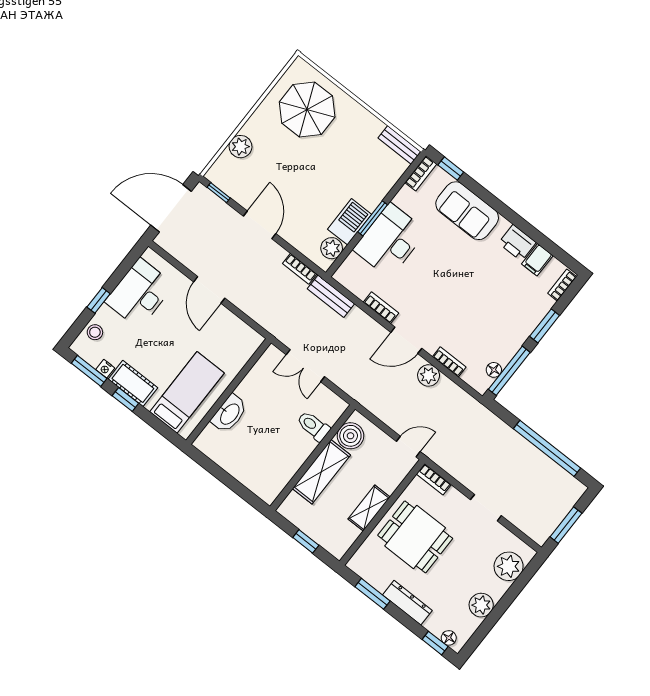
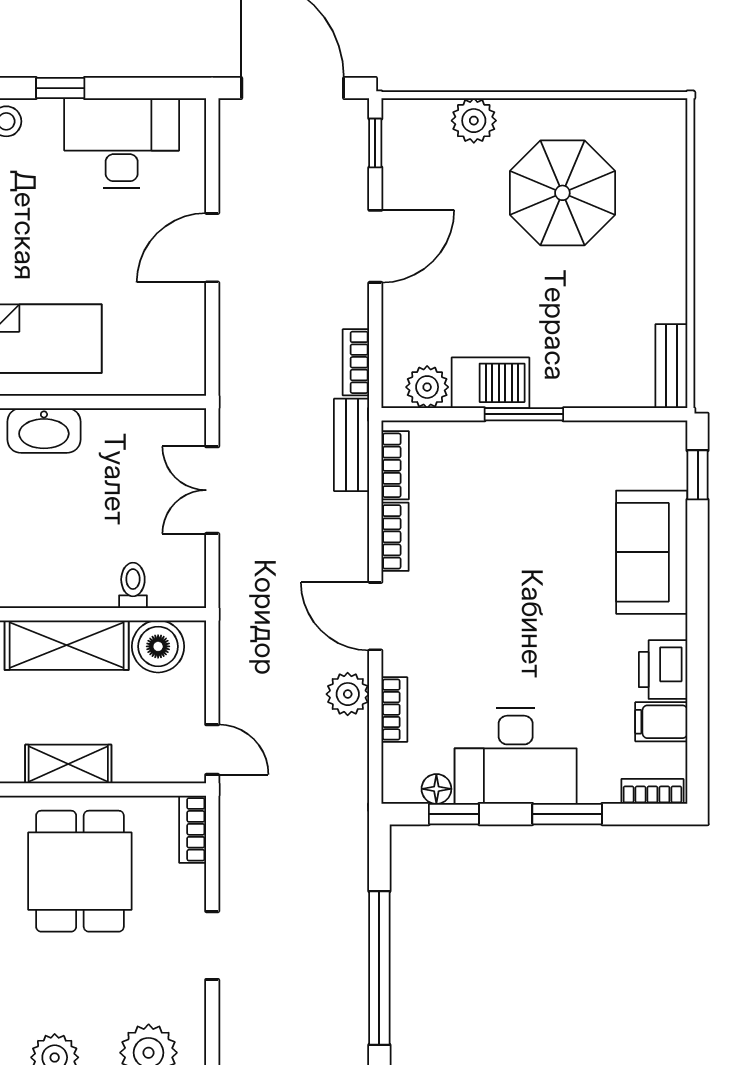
parasol: (307, 110) -> (562, 193), moved
bookcase: (421, 173) -> (395, 465), moved, turned -90
desk: (390, 240) -> (516, 756), moved, turned 180
window: (509, 371) -> (454, 814), width x0.46
toilet: (313, 426) -> (133, 585), width x0.73, depth x0.72

